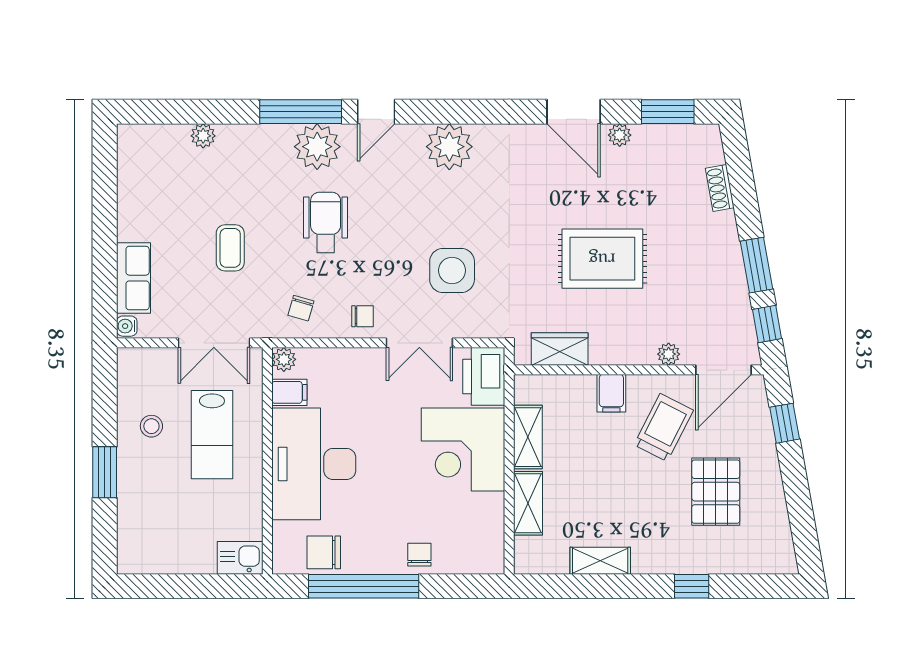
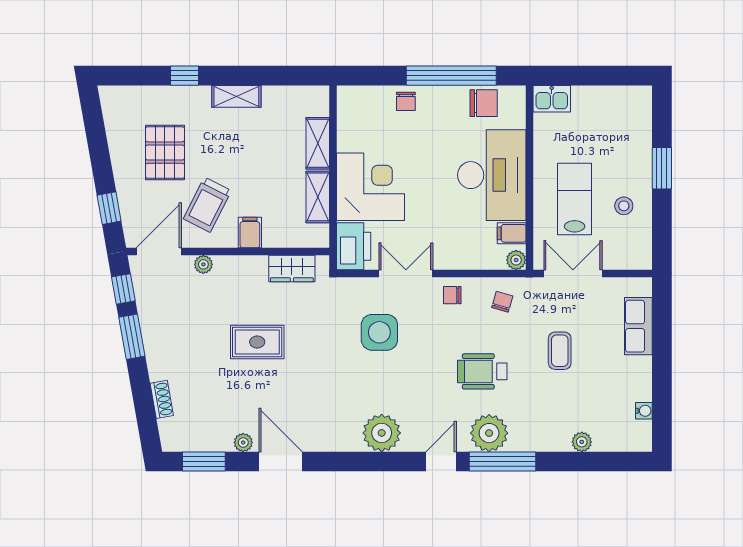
wheelchair: (326, 222) -> (482, 371), turned 90
rug: (602, 259) -> (257, 342), width x0.73, depth x0.70
water cooler: (127, 326) -> (644, 411), moved
shelving: (600, 561) -> (236, 96), moved

